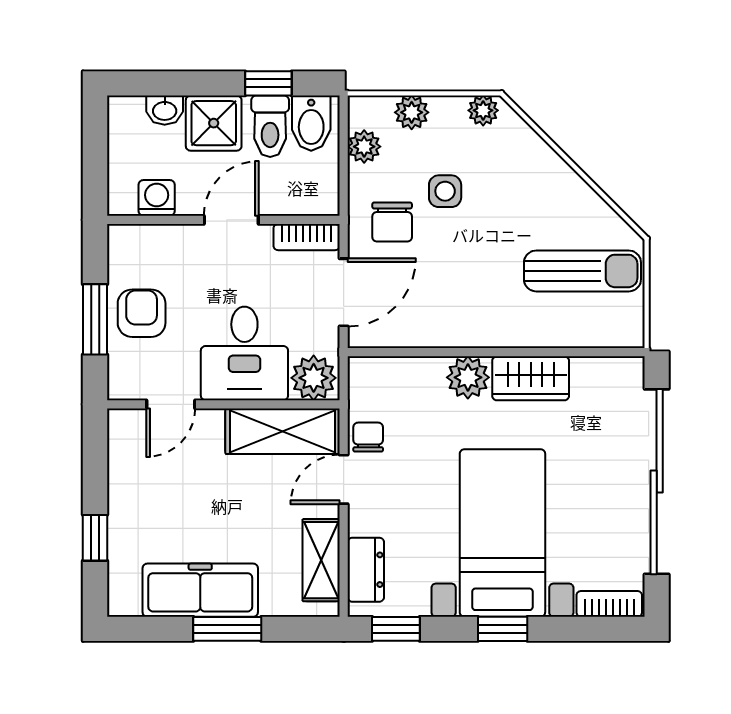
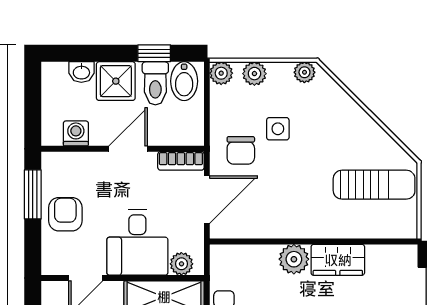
plant: (364, 147) -> (221, 73), moved
window: (95, 319) -> (33, 194), moved
plant: (314, 378) -> (181, 264), width x0.73, depth x0.73

